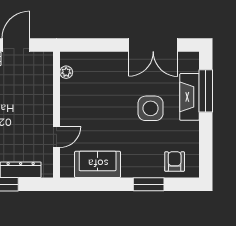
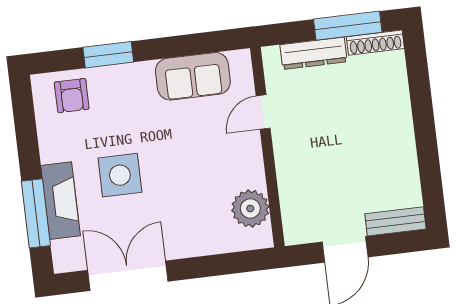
plant: (66, 72) -> (250, 208), width x1.87, depth x1.87

